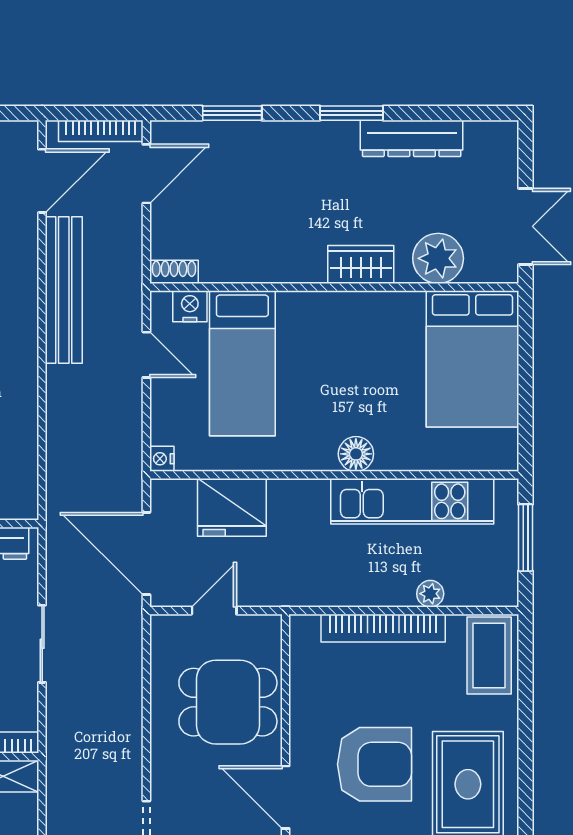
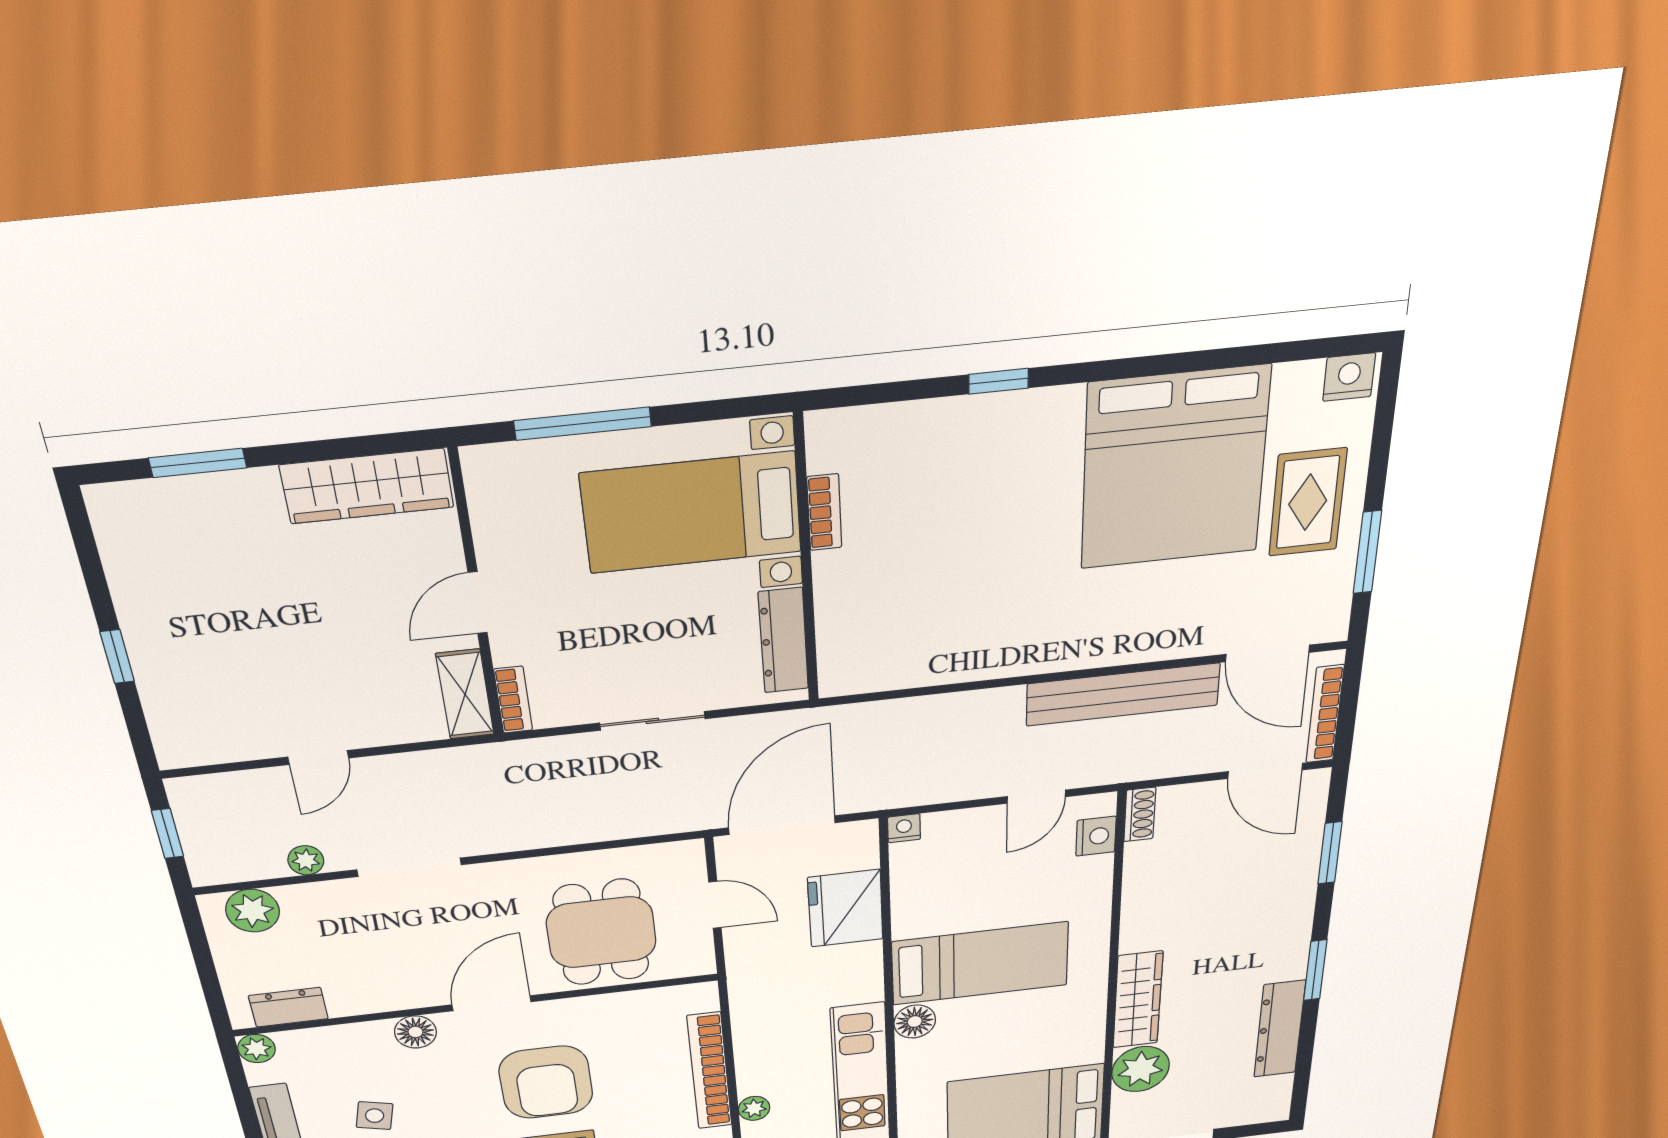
wardrobe: (361, 265) -> (1138, 1000), width x1.50
bed: (242, 363) -> (980, 963), moved, turned 180

